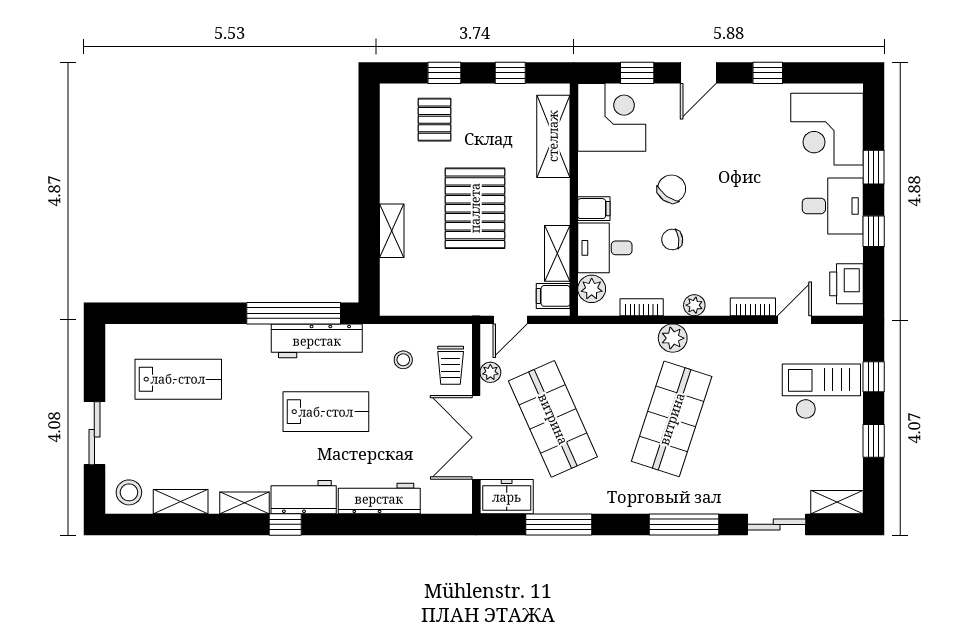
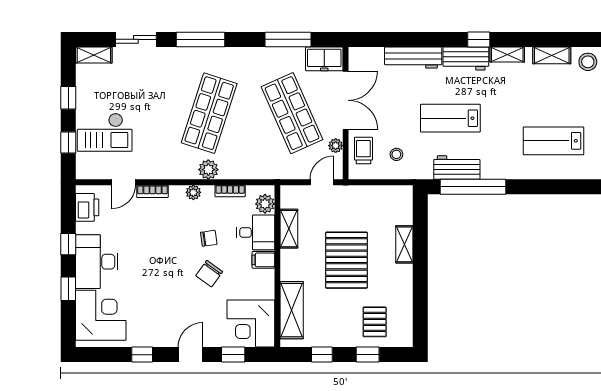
desk: (833, 206) -> (97, 262), width x1.37
filing cabinet: (553, 296) -> (292, 199), removed
workbench: (317, 341) -> (457, 168), width x0.73

